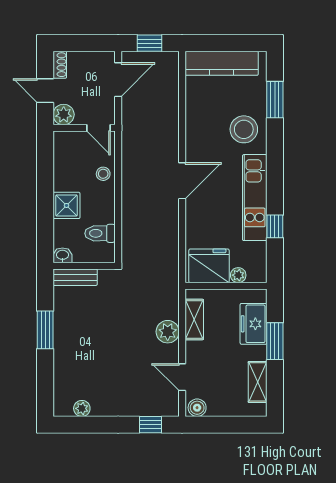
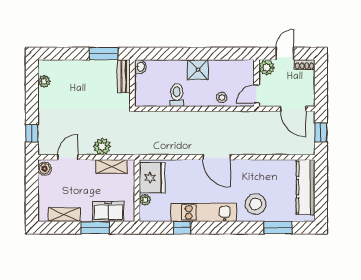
washbasin: (62, 255) -> (140, 67), moved
wall: (84, 266) -> (132, 83), moved
bench: (75, 277) -> (124, 76), moved

